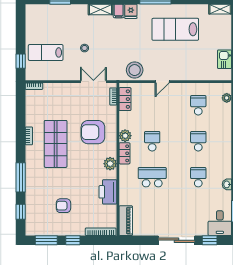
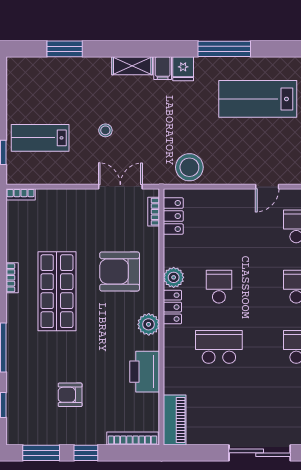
door: (162, 82) -> (267, 187), moved

